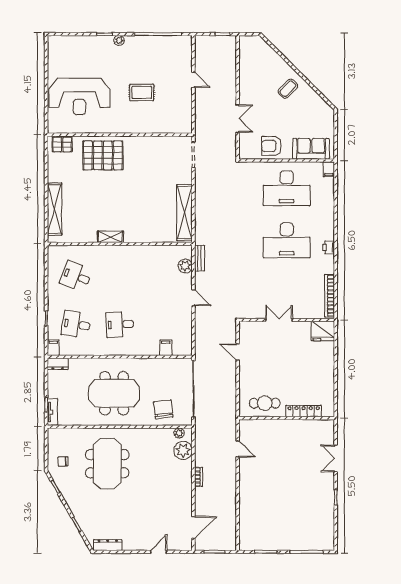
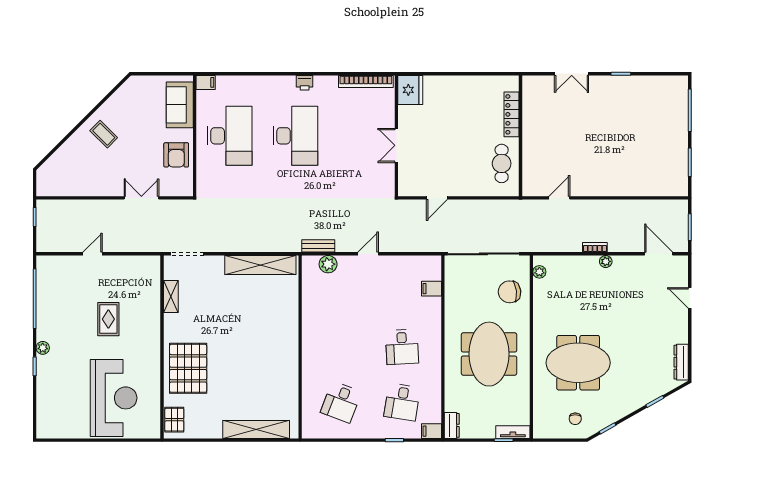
shelving: (110, 237) -> (171, 296), moved
plant: (183, 450) -> (606, 261), moved, width x0.53, depth x0.53

